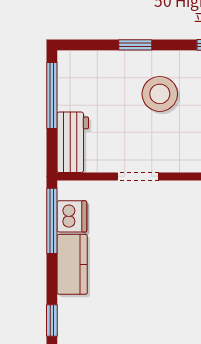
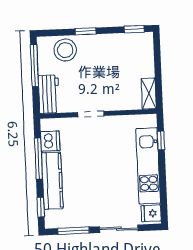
stool: (160, 94) -> (65, 50), moved
window: (52, 221) -> (39, 159), moved
kitchen counter: (72, 264) -> (52, 181), width x1.50

